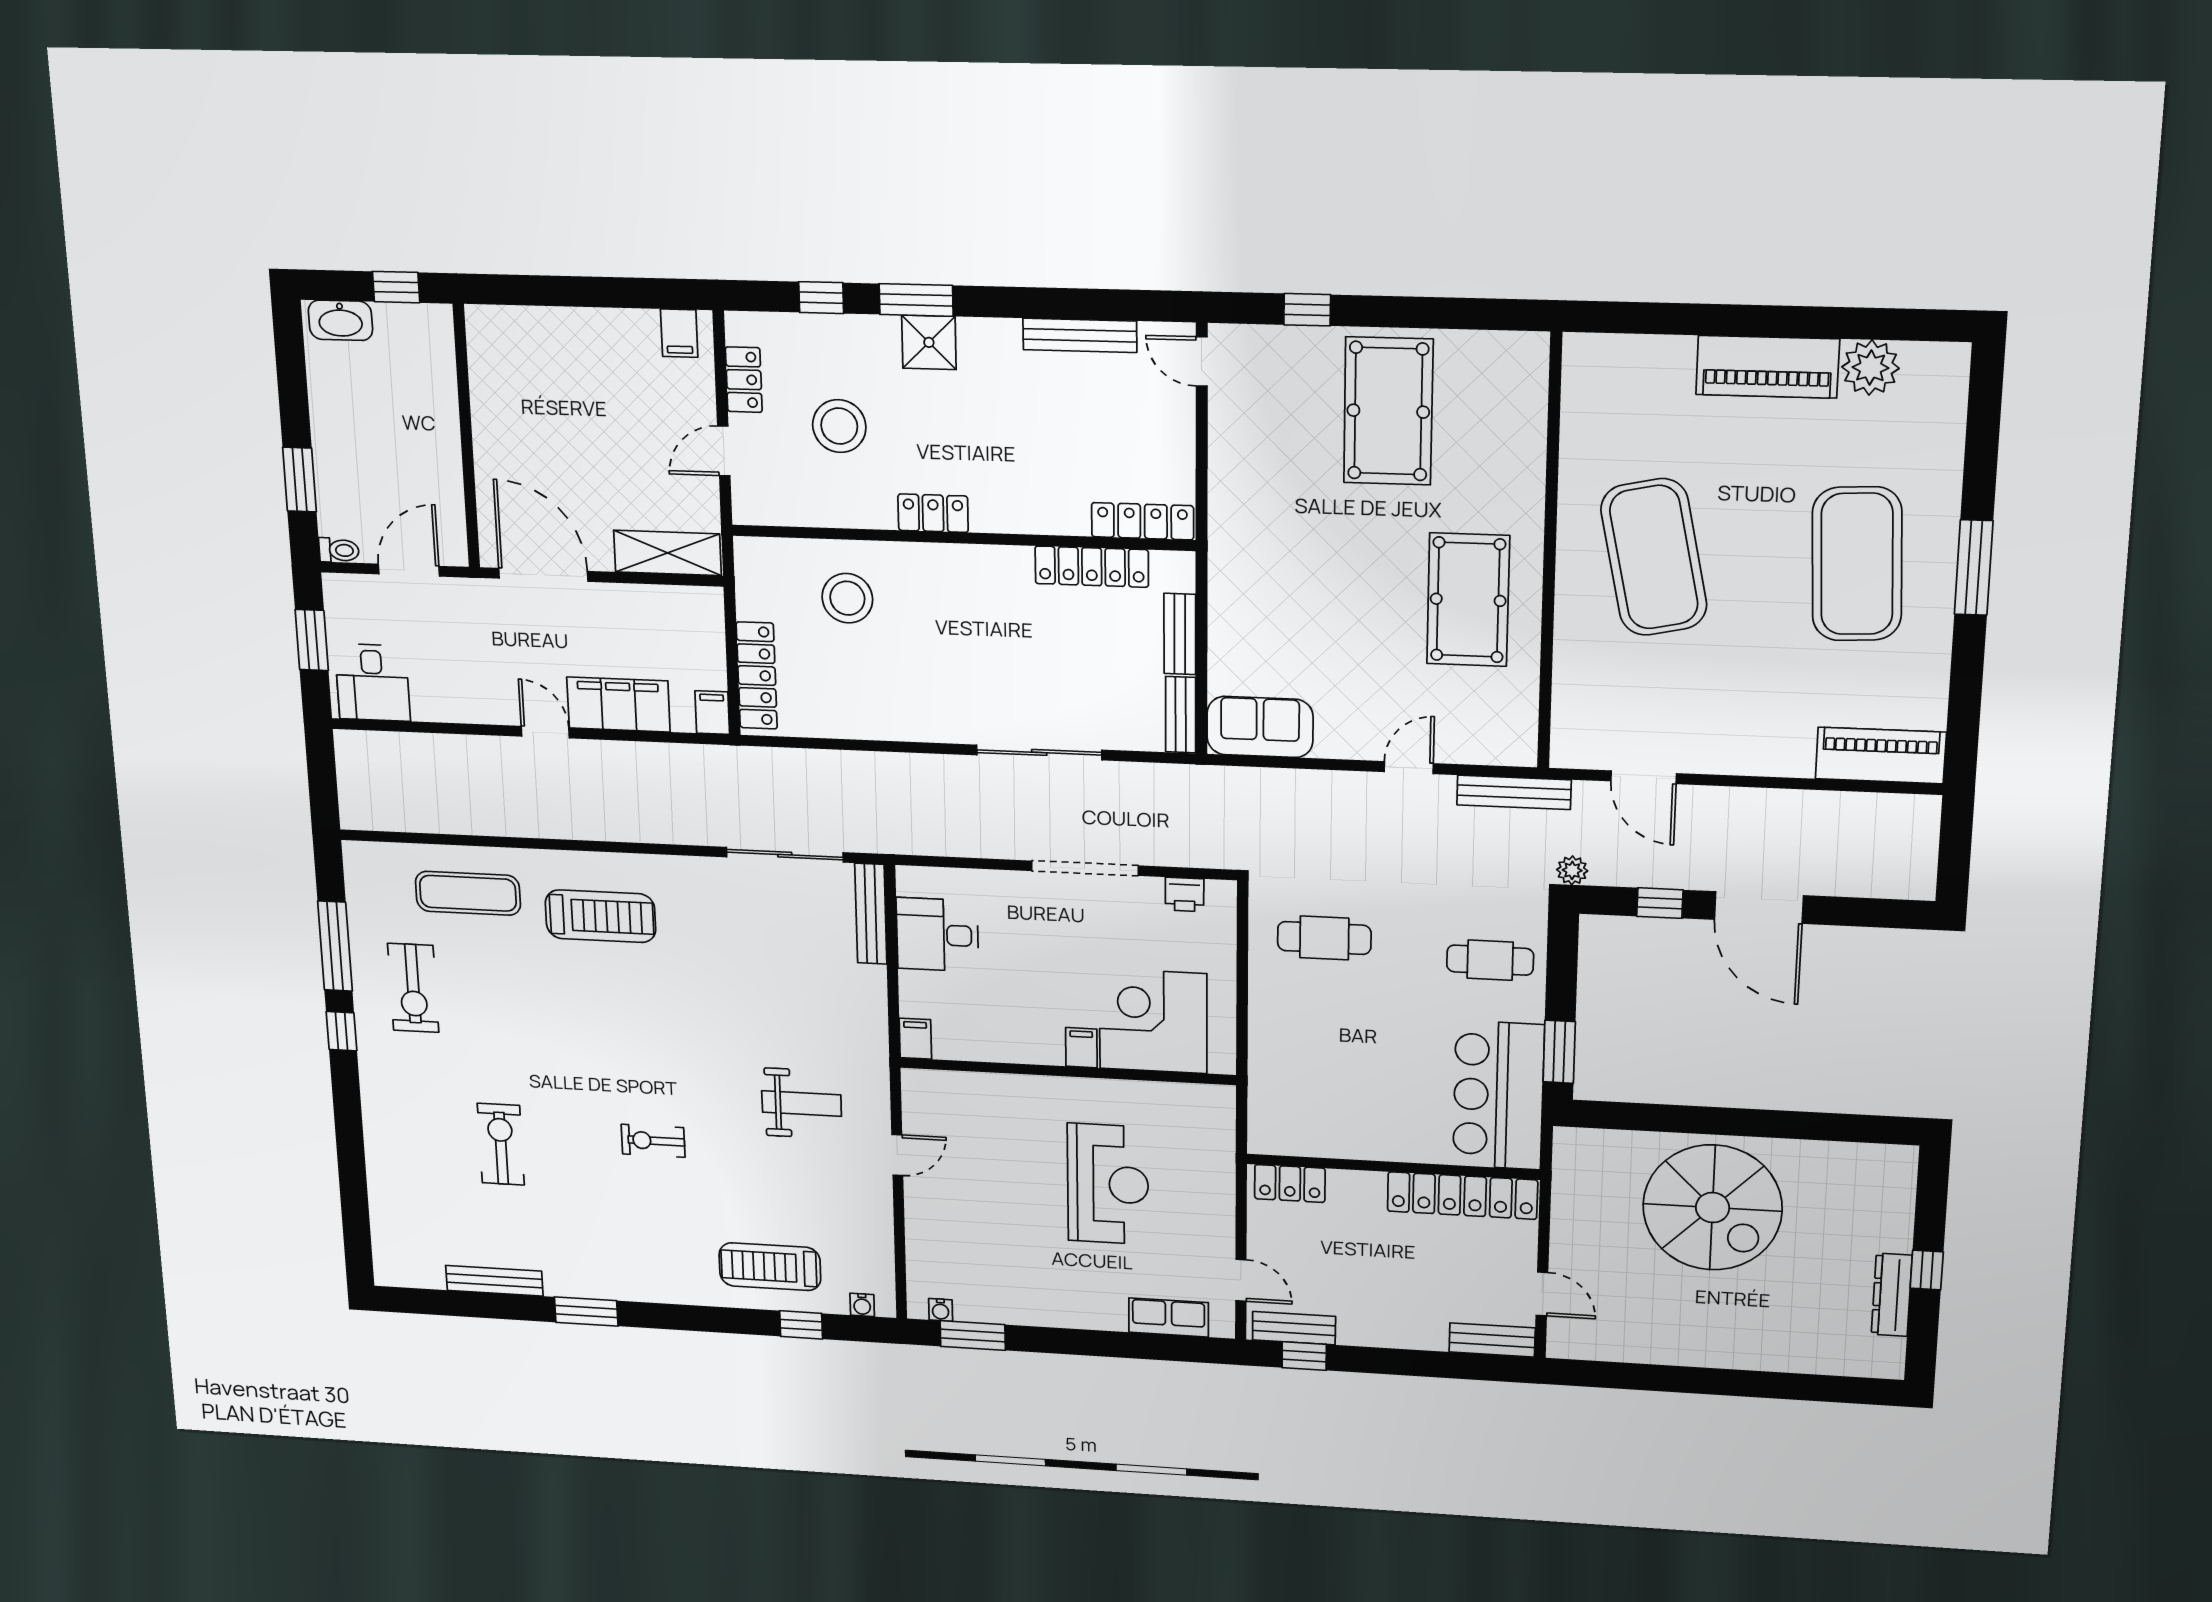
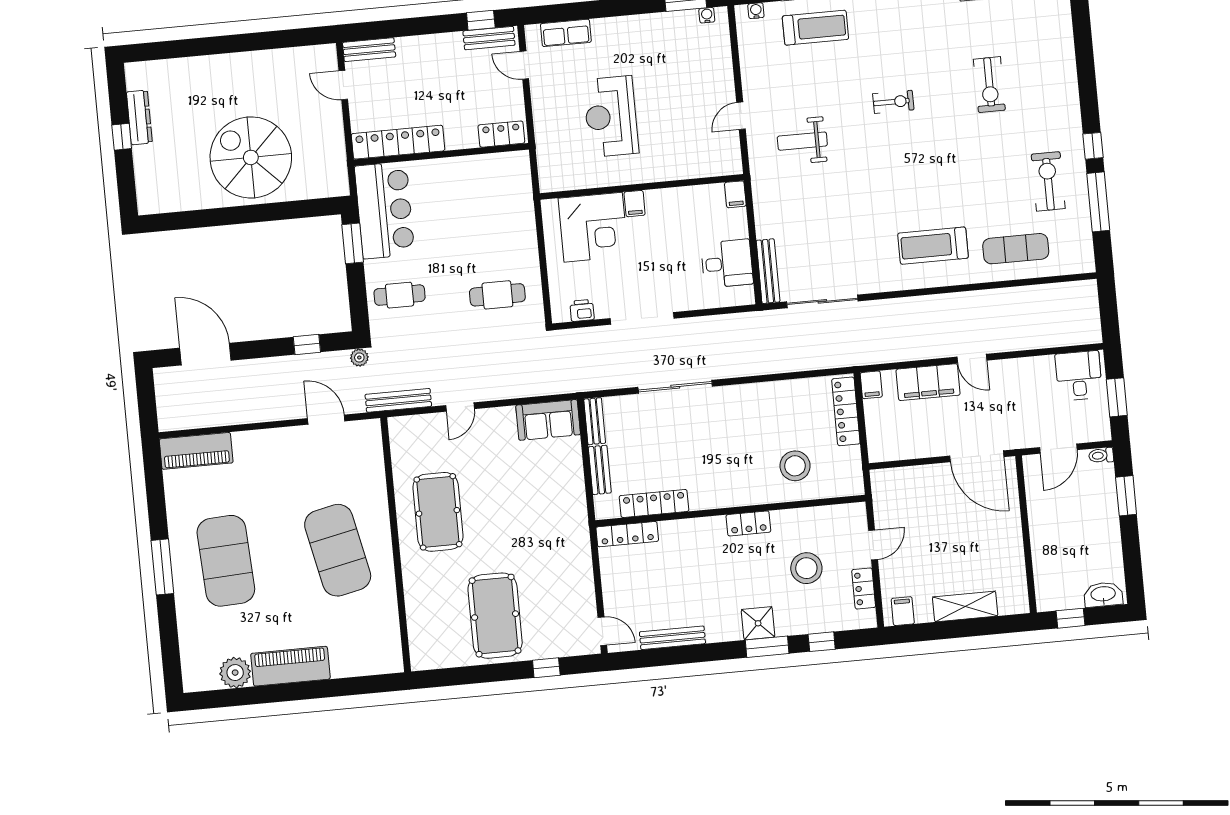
shelving: (667, 553) -> (965, 606), moved
door: (1759, 908) -> (205, 354), moved

